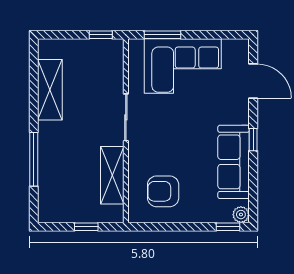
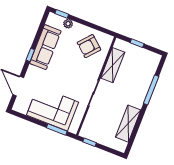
armchair: (163, 191) -> (89, 46), turned 131
plant: (241, 215) -> (68, 24), moved

